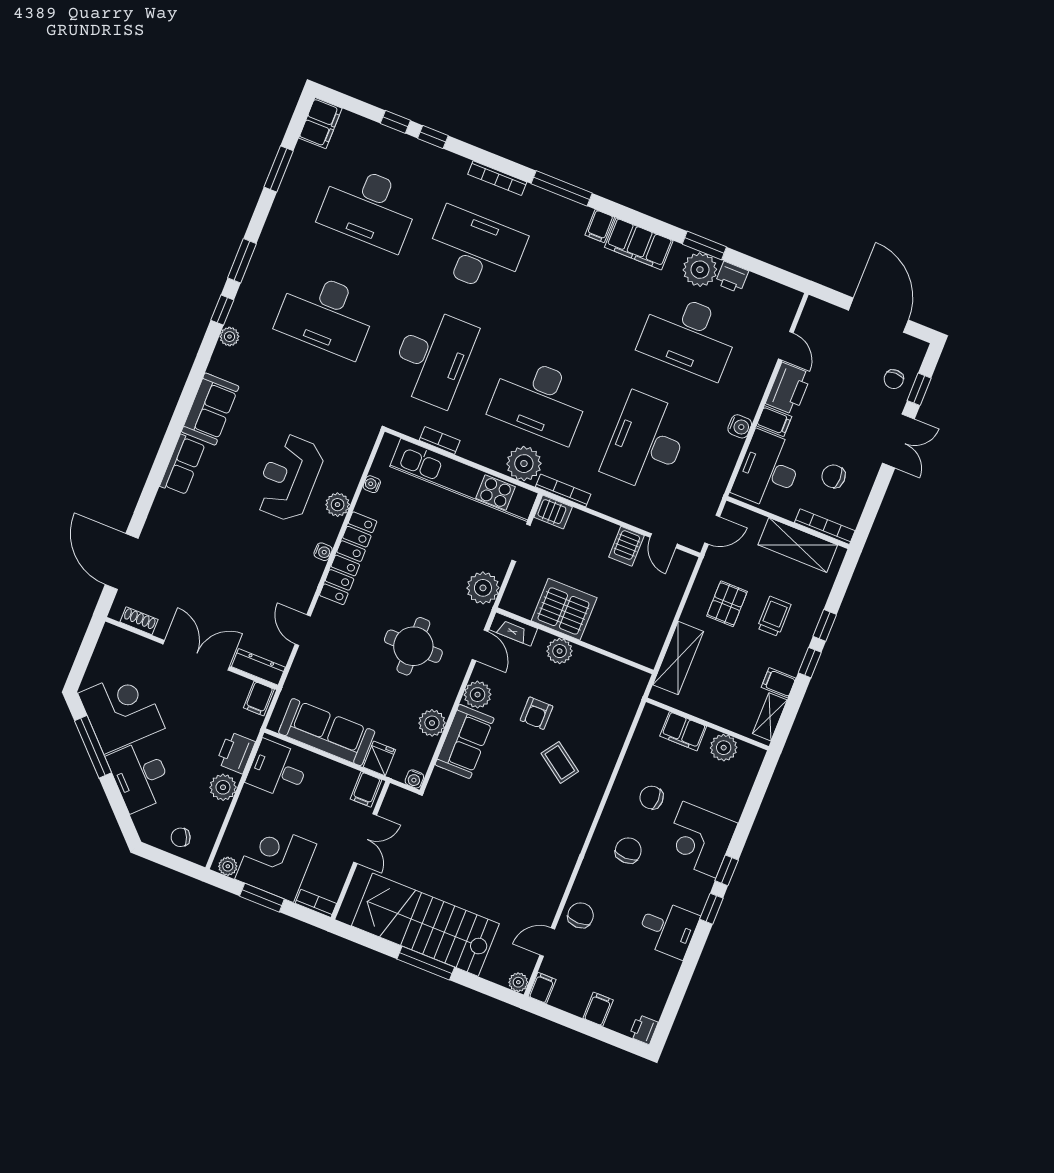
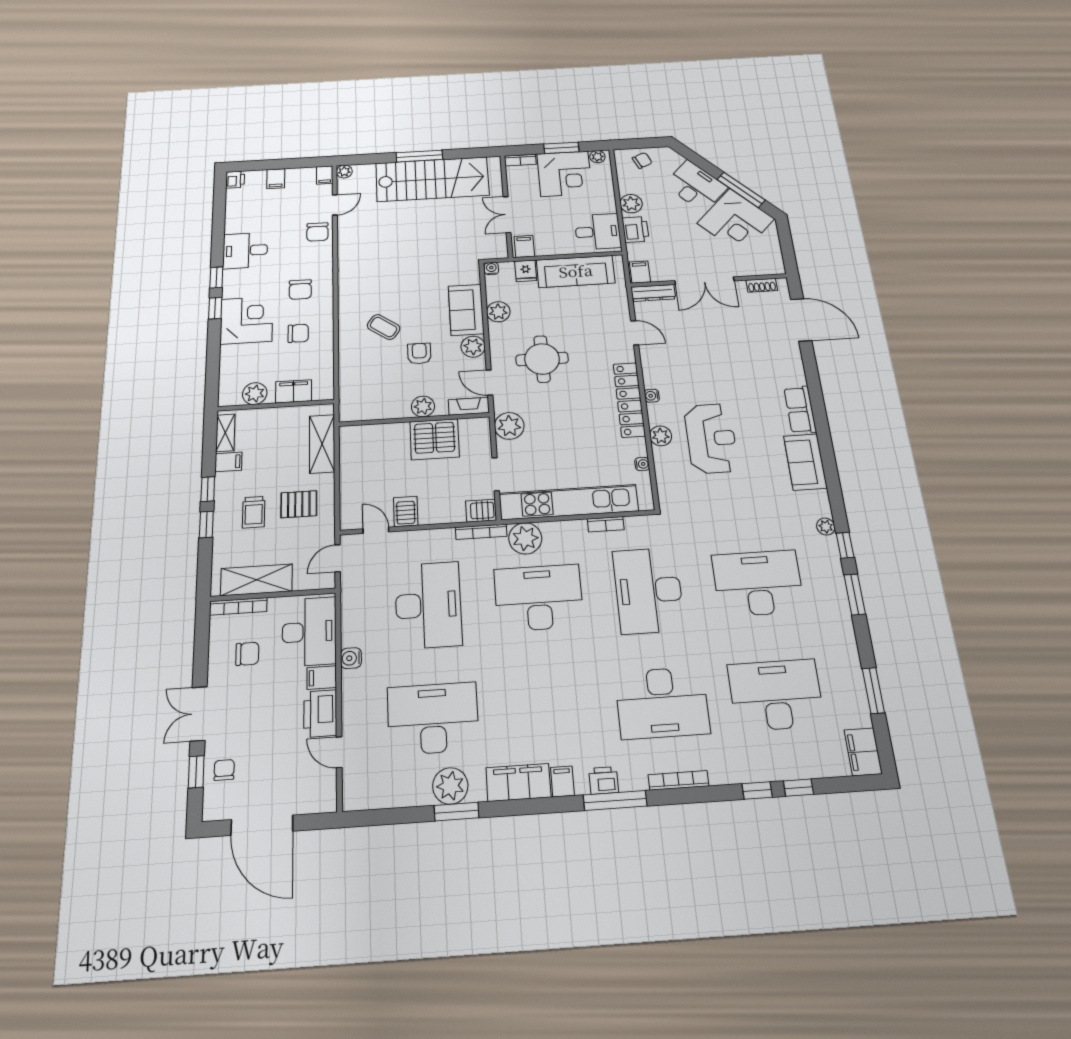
printer: (732, 277) -> (604, 780), moved
pallet: (727, 604) -> (299, 504), turned 90

